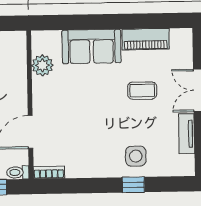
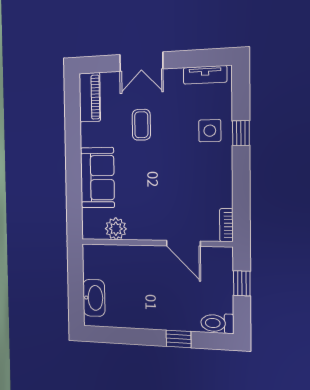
piano: (146, 39) -> (90, 97), moved
tv unit: (187, 134) -> (205, 75), moved
toilet: (18, 172) -> (226, 258), removed

